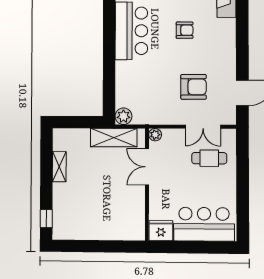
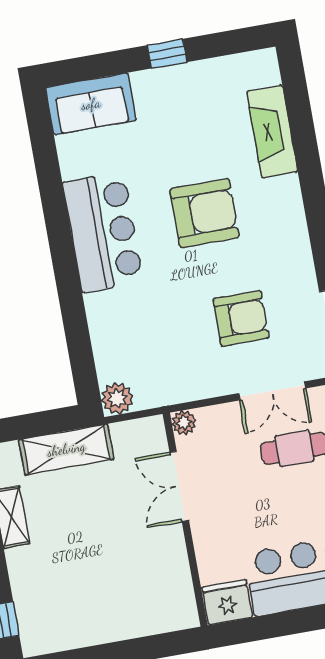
armchair: (185, 30) -> (205, 213), width x1.88, depth x1.88
shelving: (114, 138) -> (66, 449), moved

